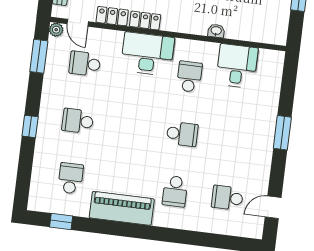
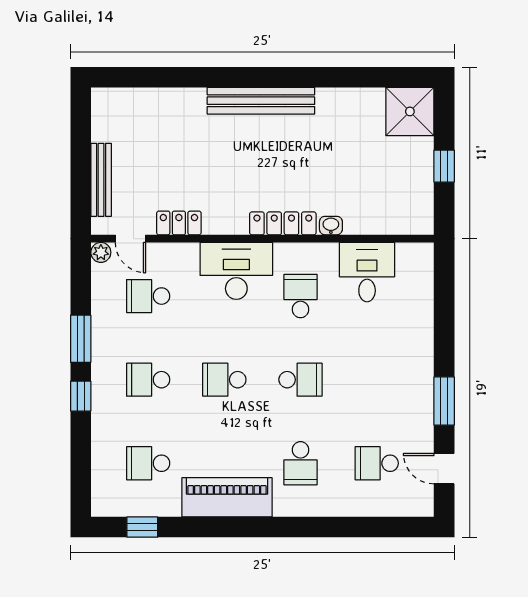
locker: (145, 21) -> (283, 223), moved, width x1.53
window: (39, 56) -> (81, 339), moved
school desk: (130, 127) -> (224, 380), added
window: (282, 133) -> (444, 401), moved
school desk: (71, 178) -> (148, 463), turned -90
door: (273, 207) -> (444, 469), hinge flipped

